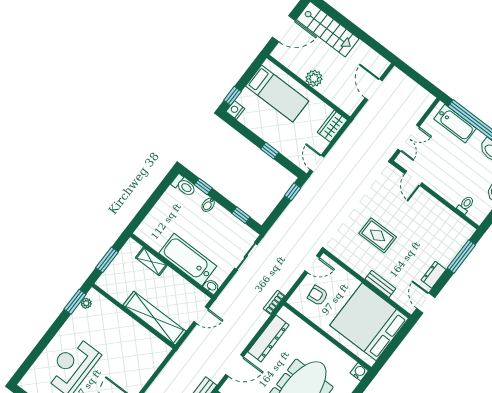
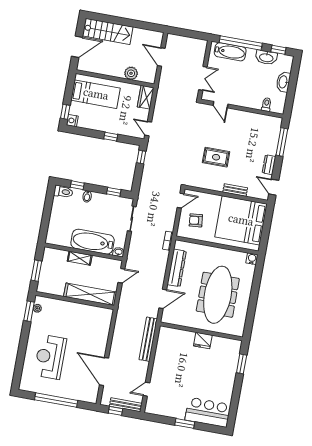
plant: (314, 78) -> (131, 73), moved
shelving: (151, 261) -> (80, 258), moved

